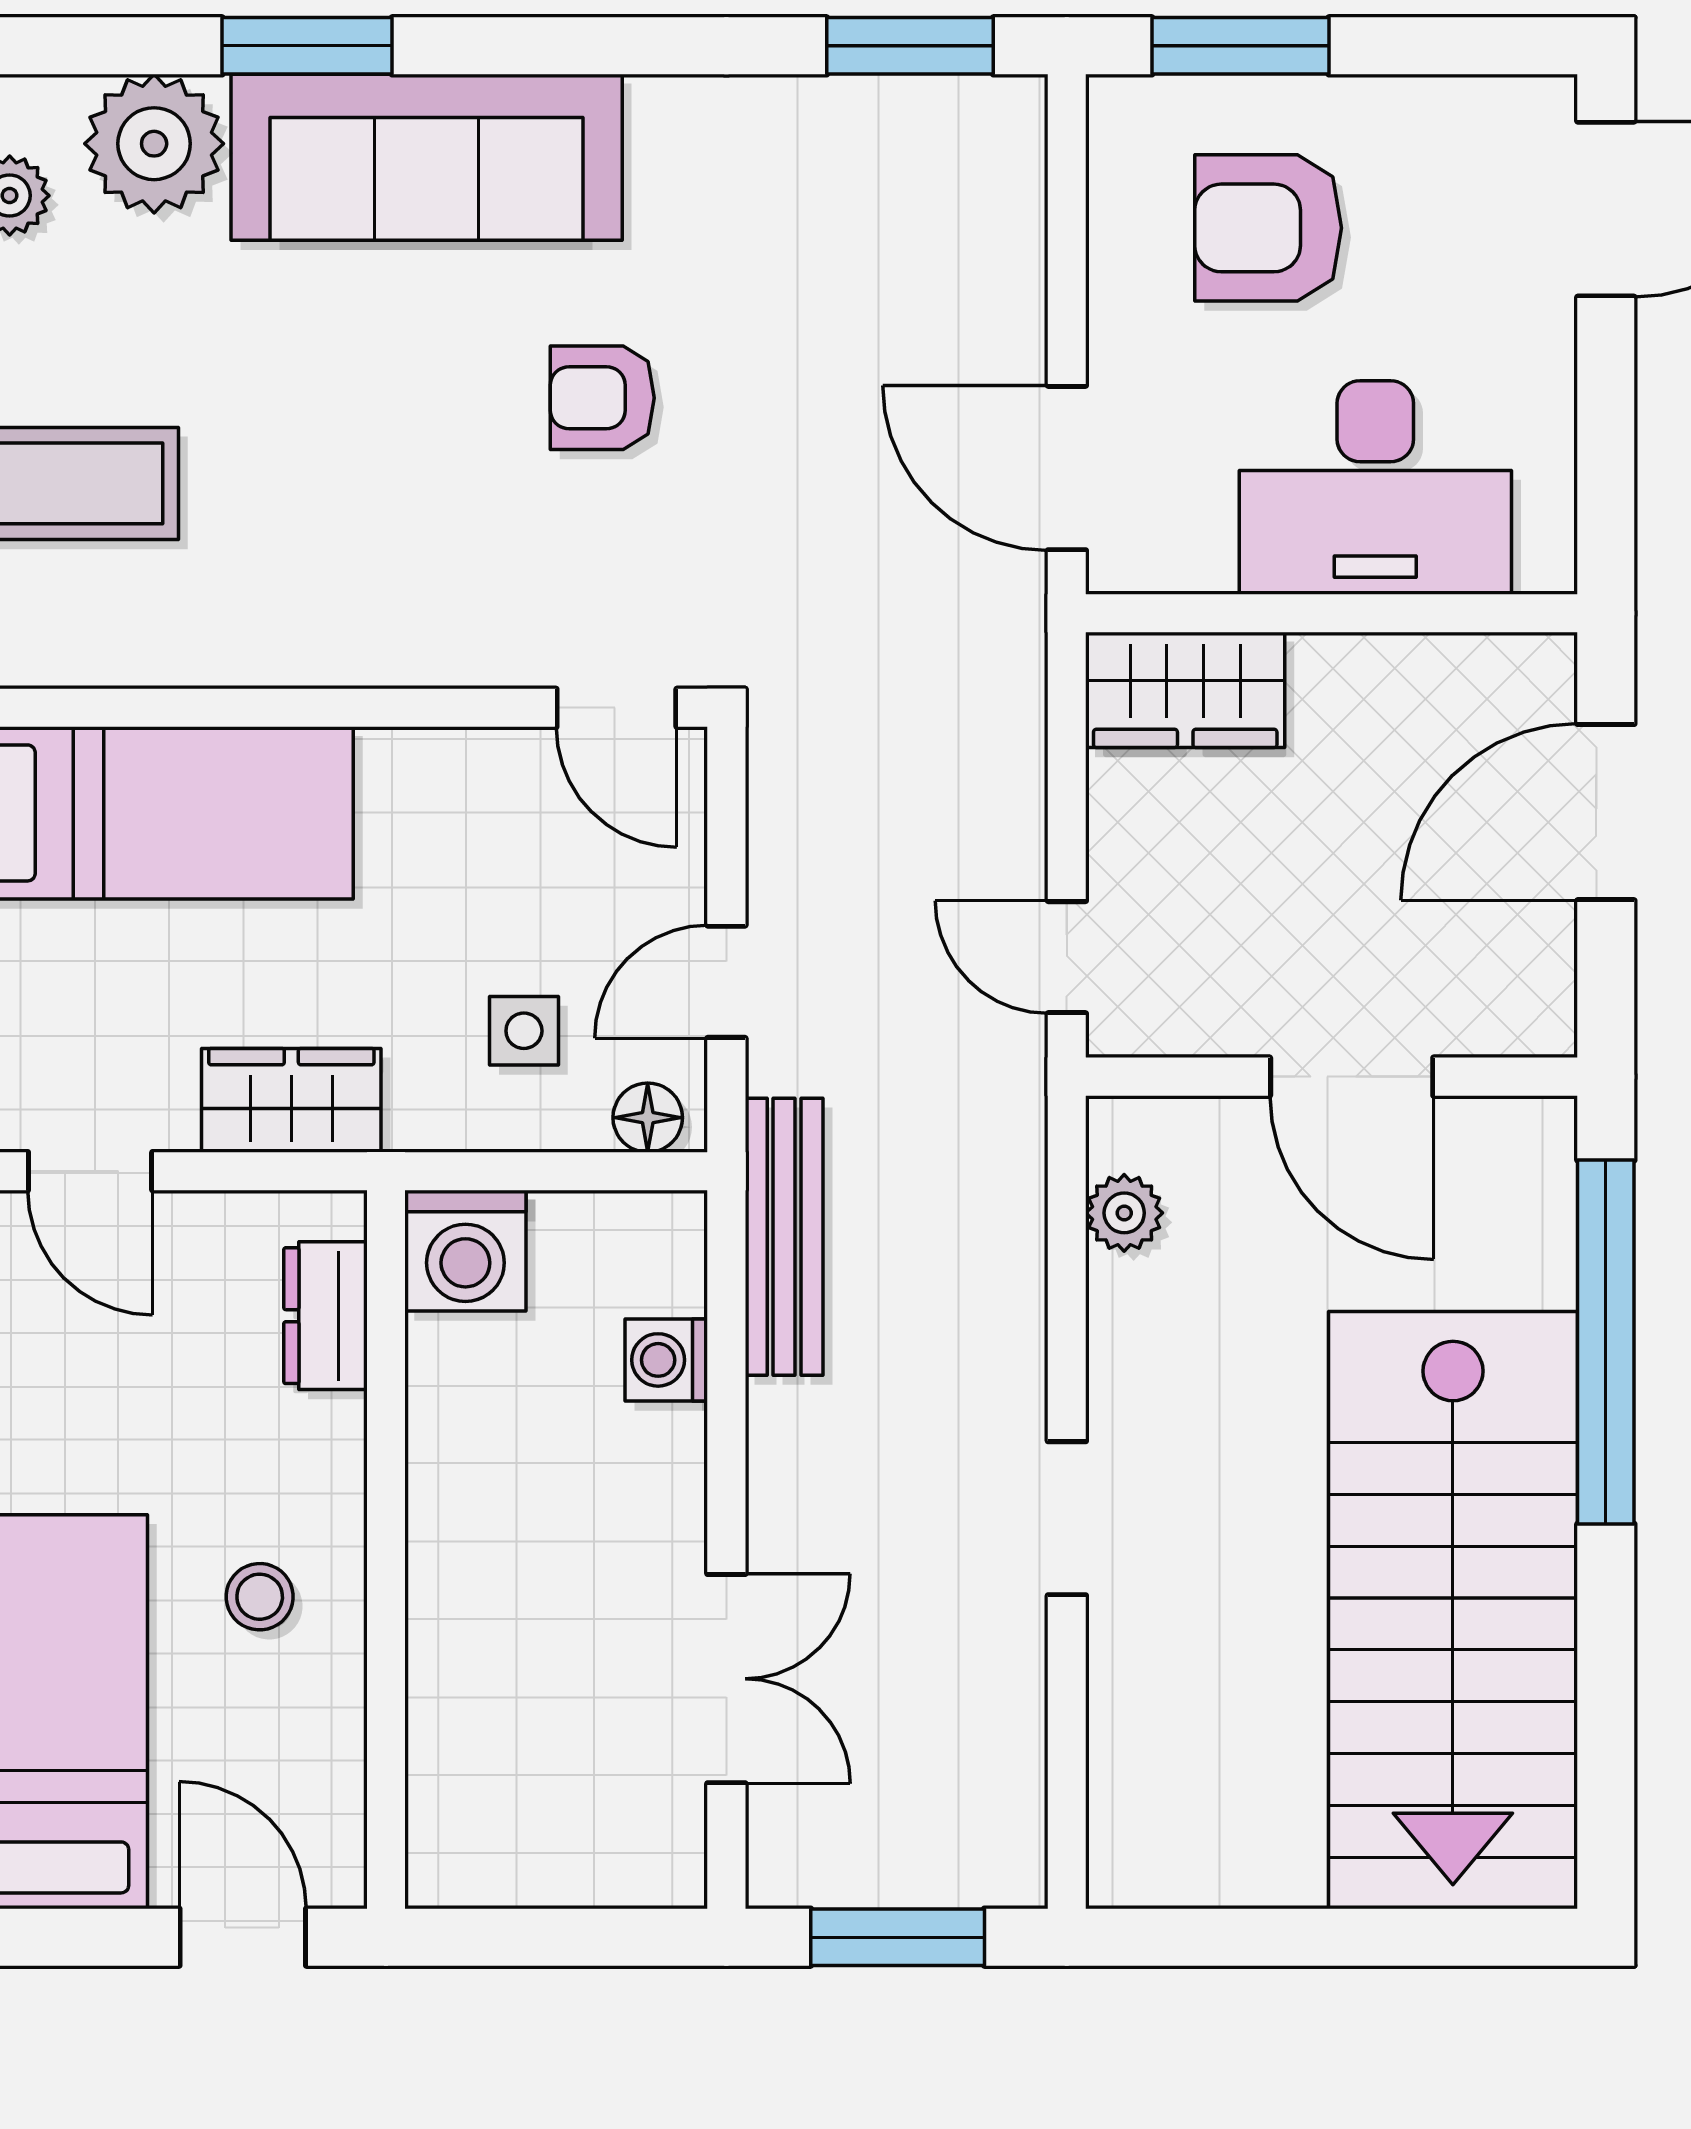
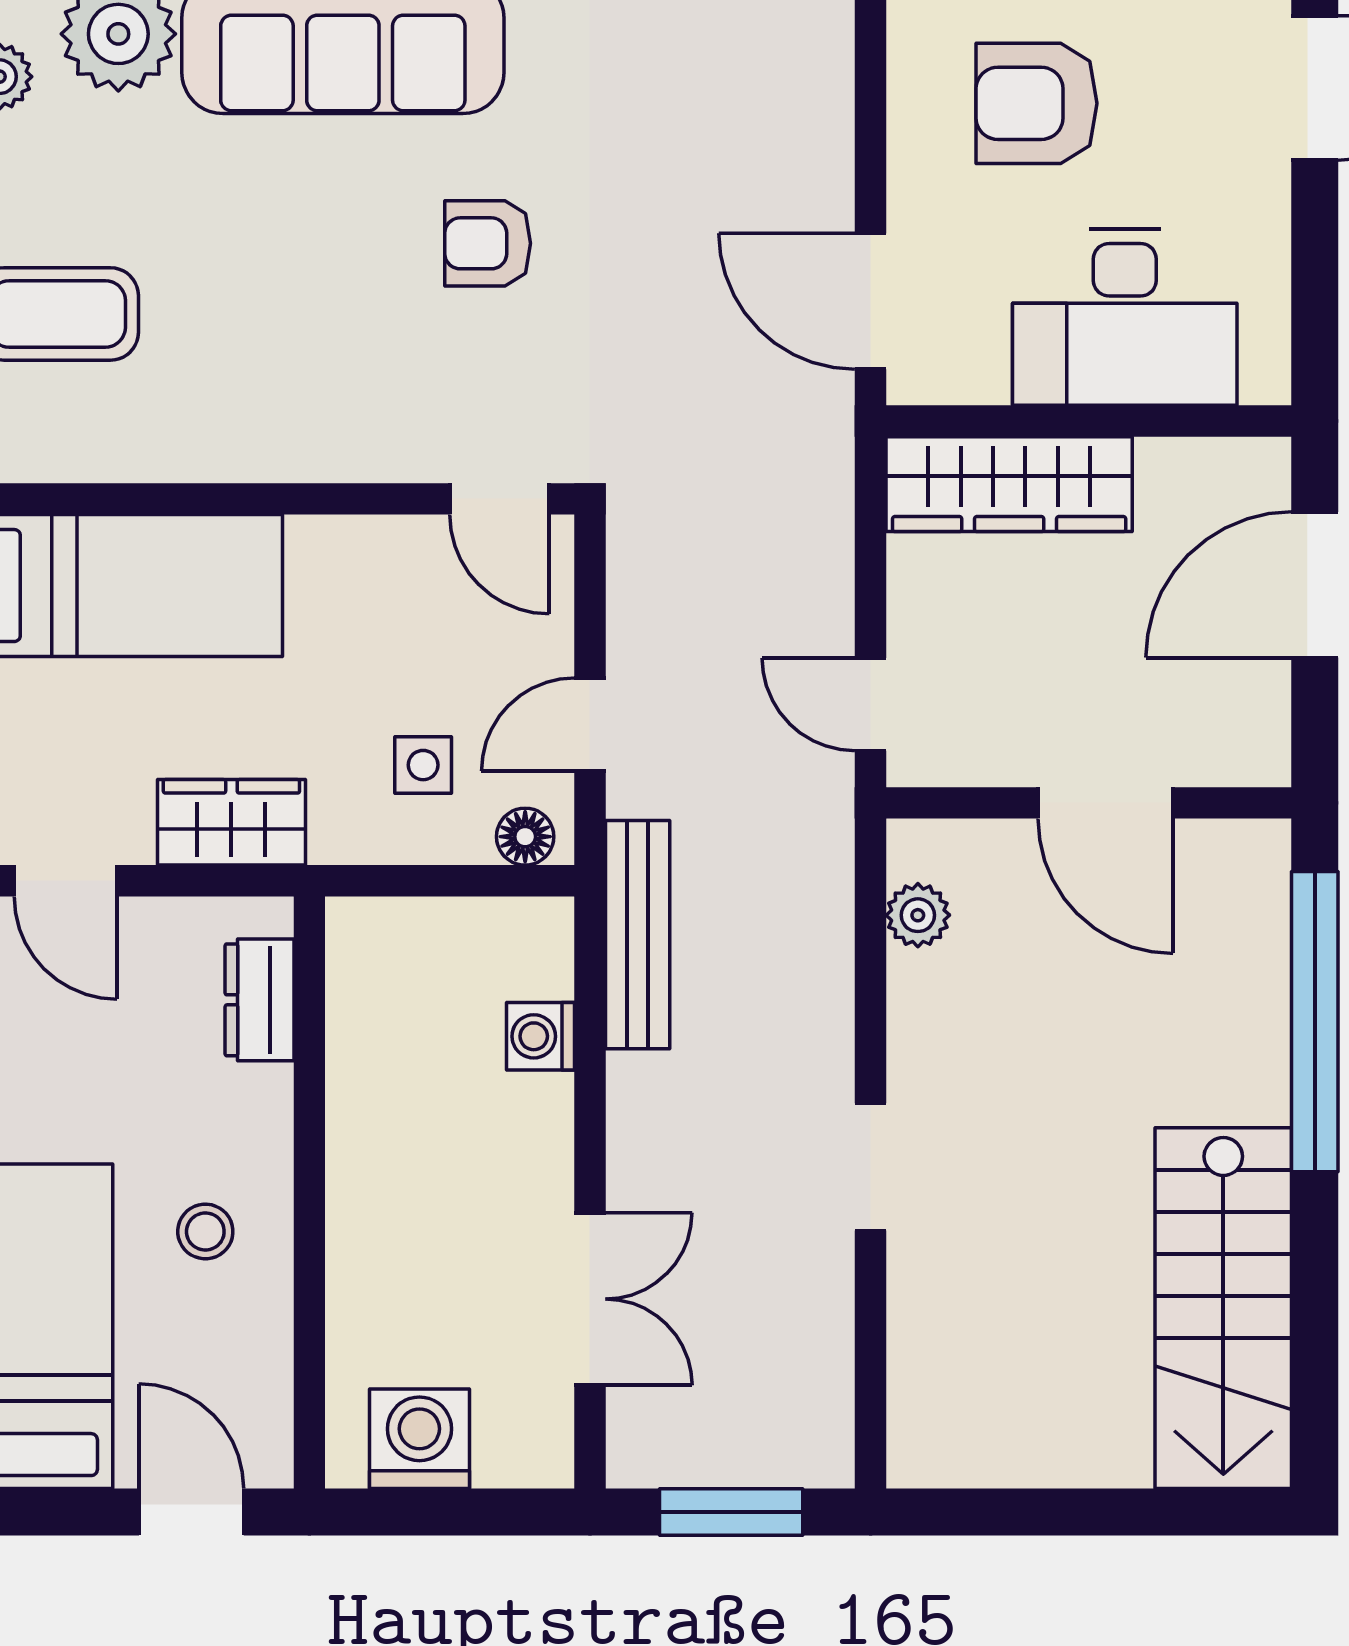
wardrobe: (1185, 690) -> (1009, 484), width x1.50
washing machine: (465, 1251) -> (419, 1439), moved, turned 180
stairs: (1453, 1610) -> (1223, 1308), width x0.73, depth x0.66

